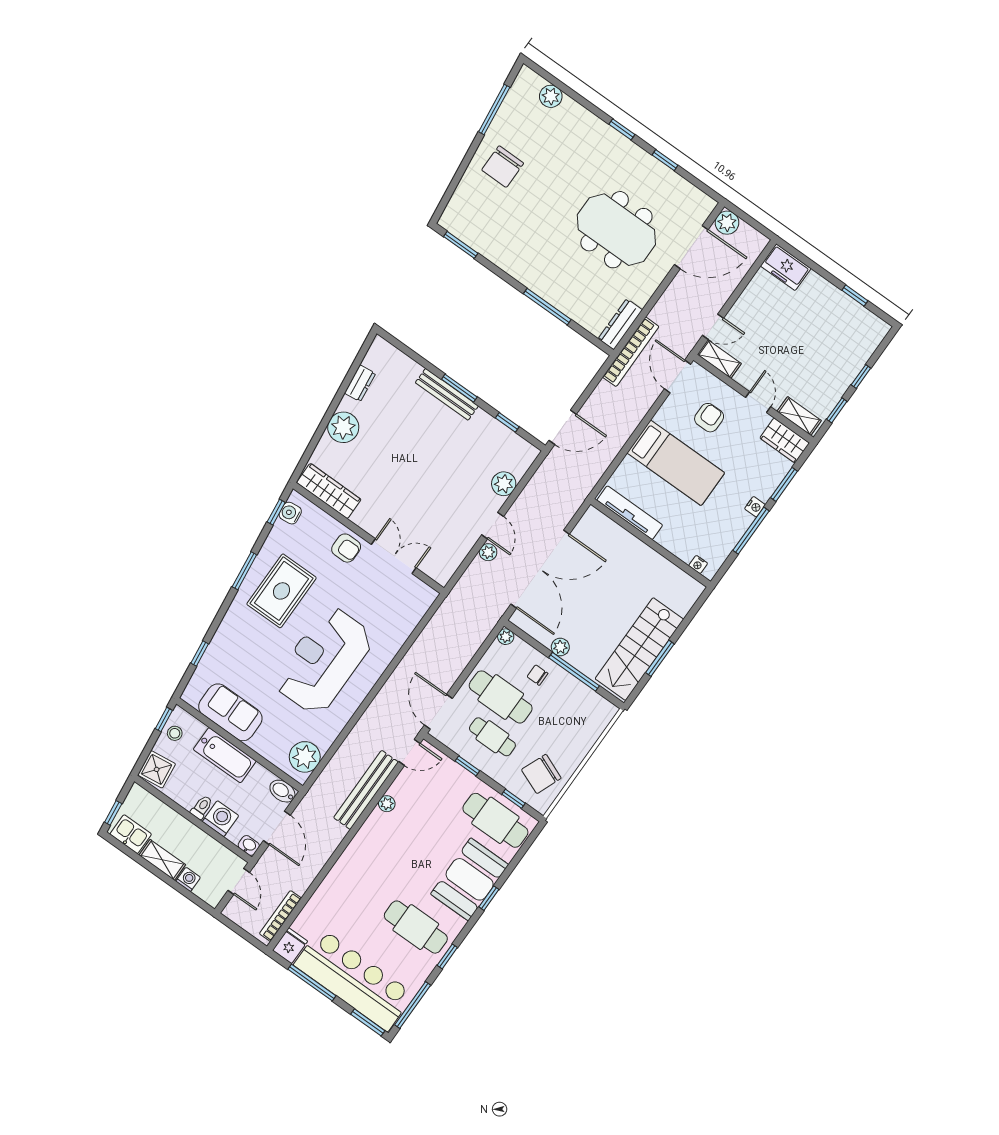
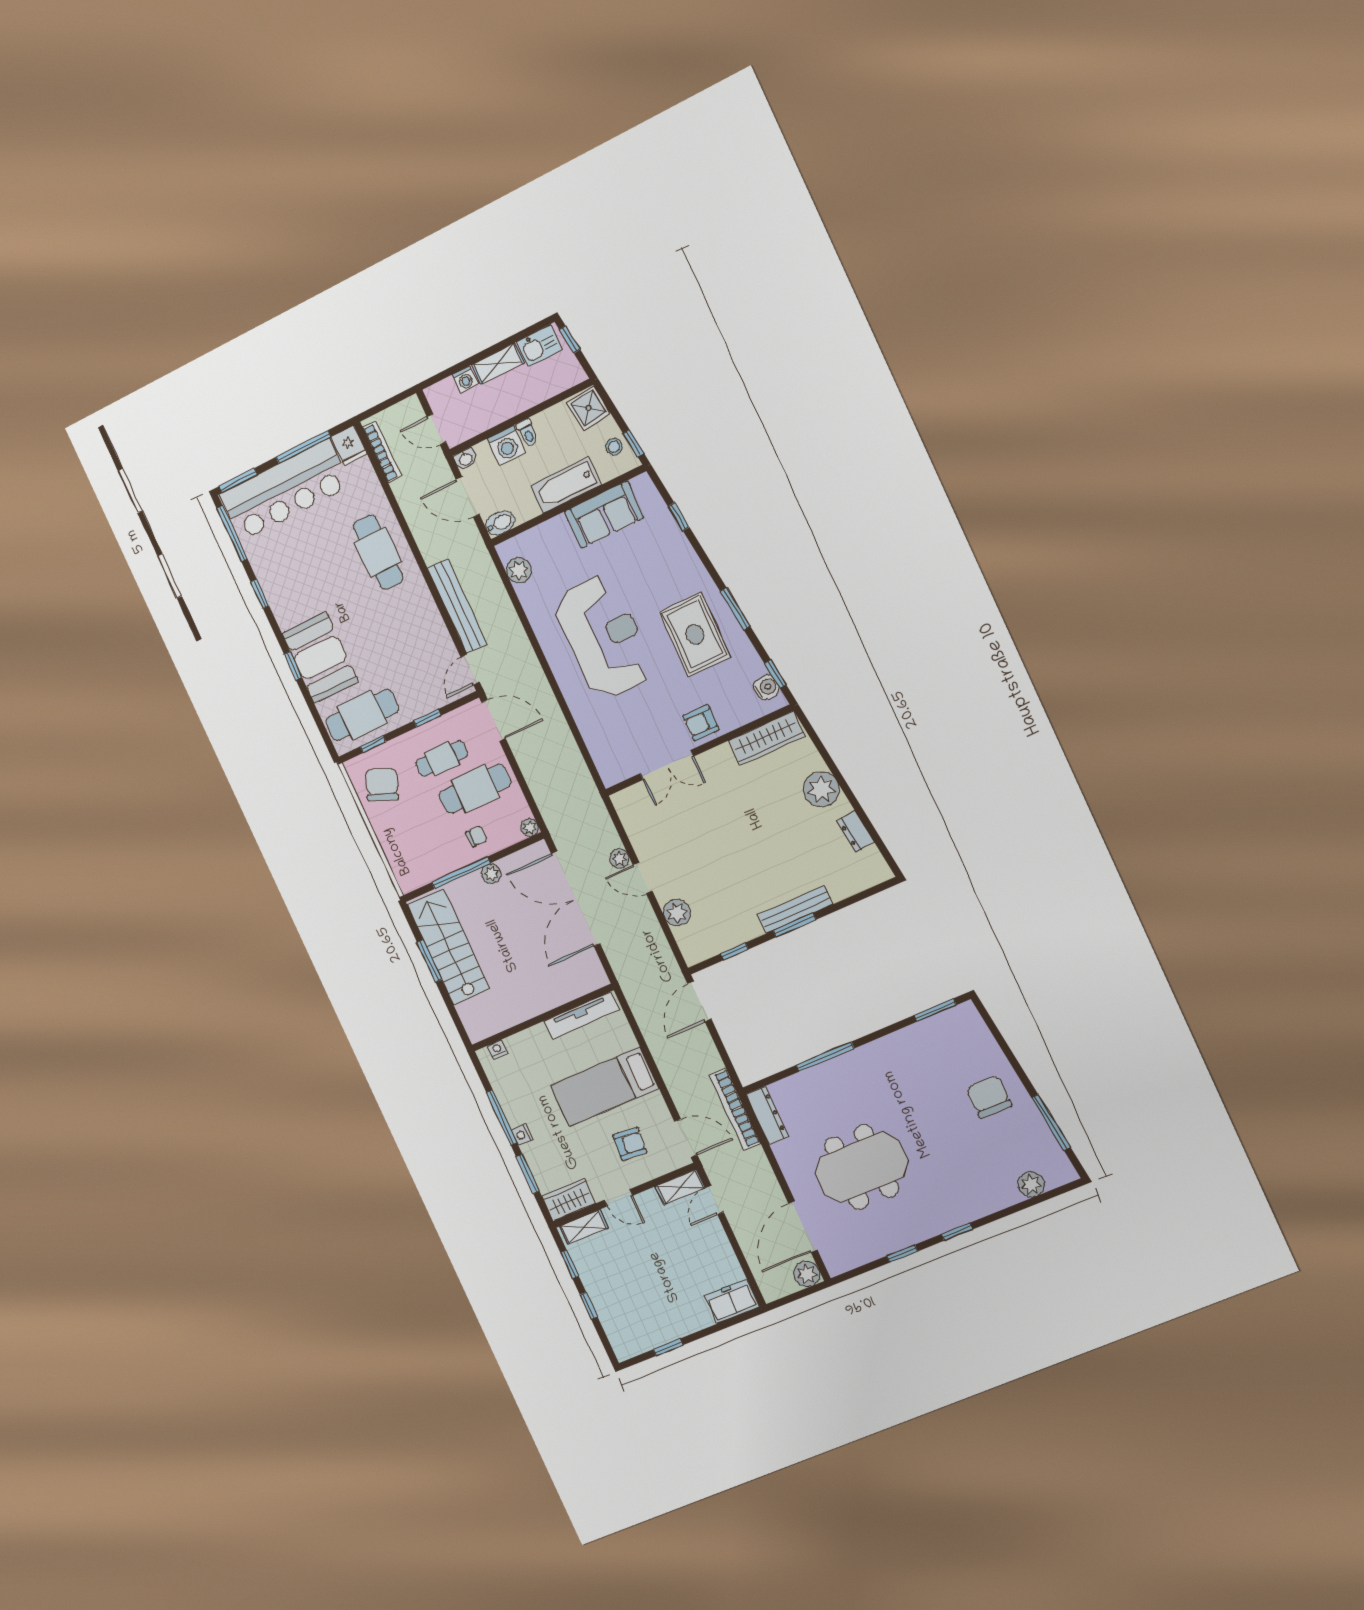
armchair: (709, 418) -> (630, 1144), turned -85
plant: (305, 757) -> (519, 570), width x0.73, depth x0.73
plant: (387, 804) -> (433, 619), removed
cafe table: (416, 927) -> (378, 552), moved, turned 90

